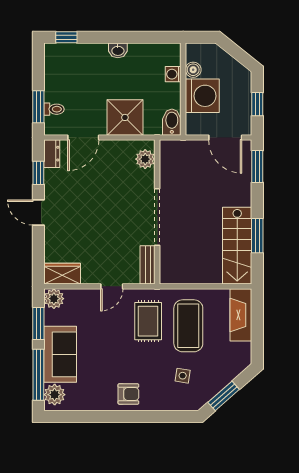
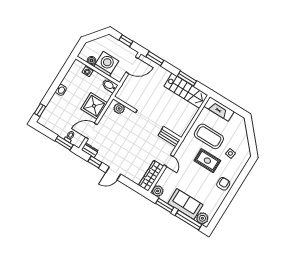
door: (83, 138) -> (91, 131), swing flipped
wardrobe: (62, 274) -> (151, 176), width x1.50
rug: (148, 321) -> (207, 161), moved
window: (224, 396) -> (252, 140), removed

